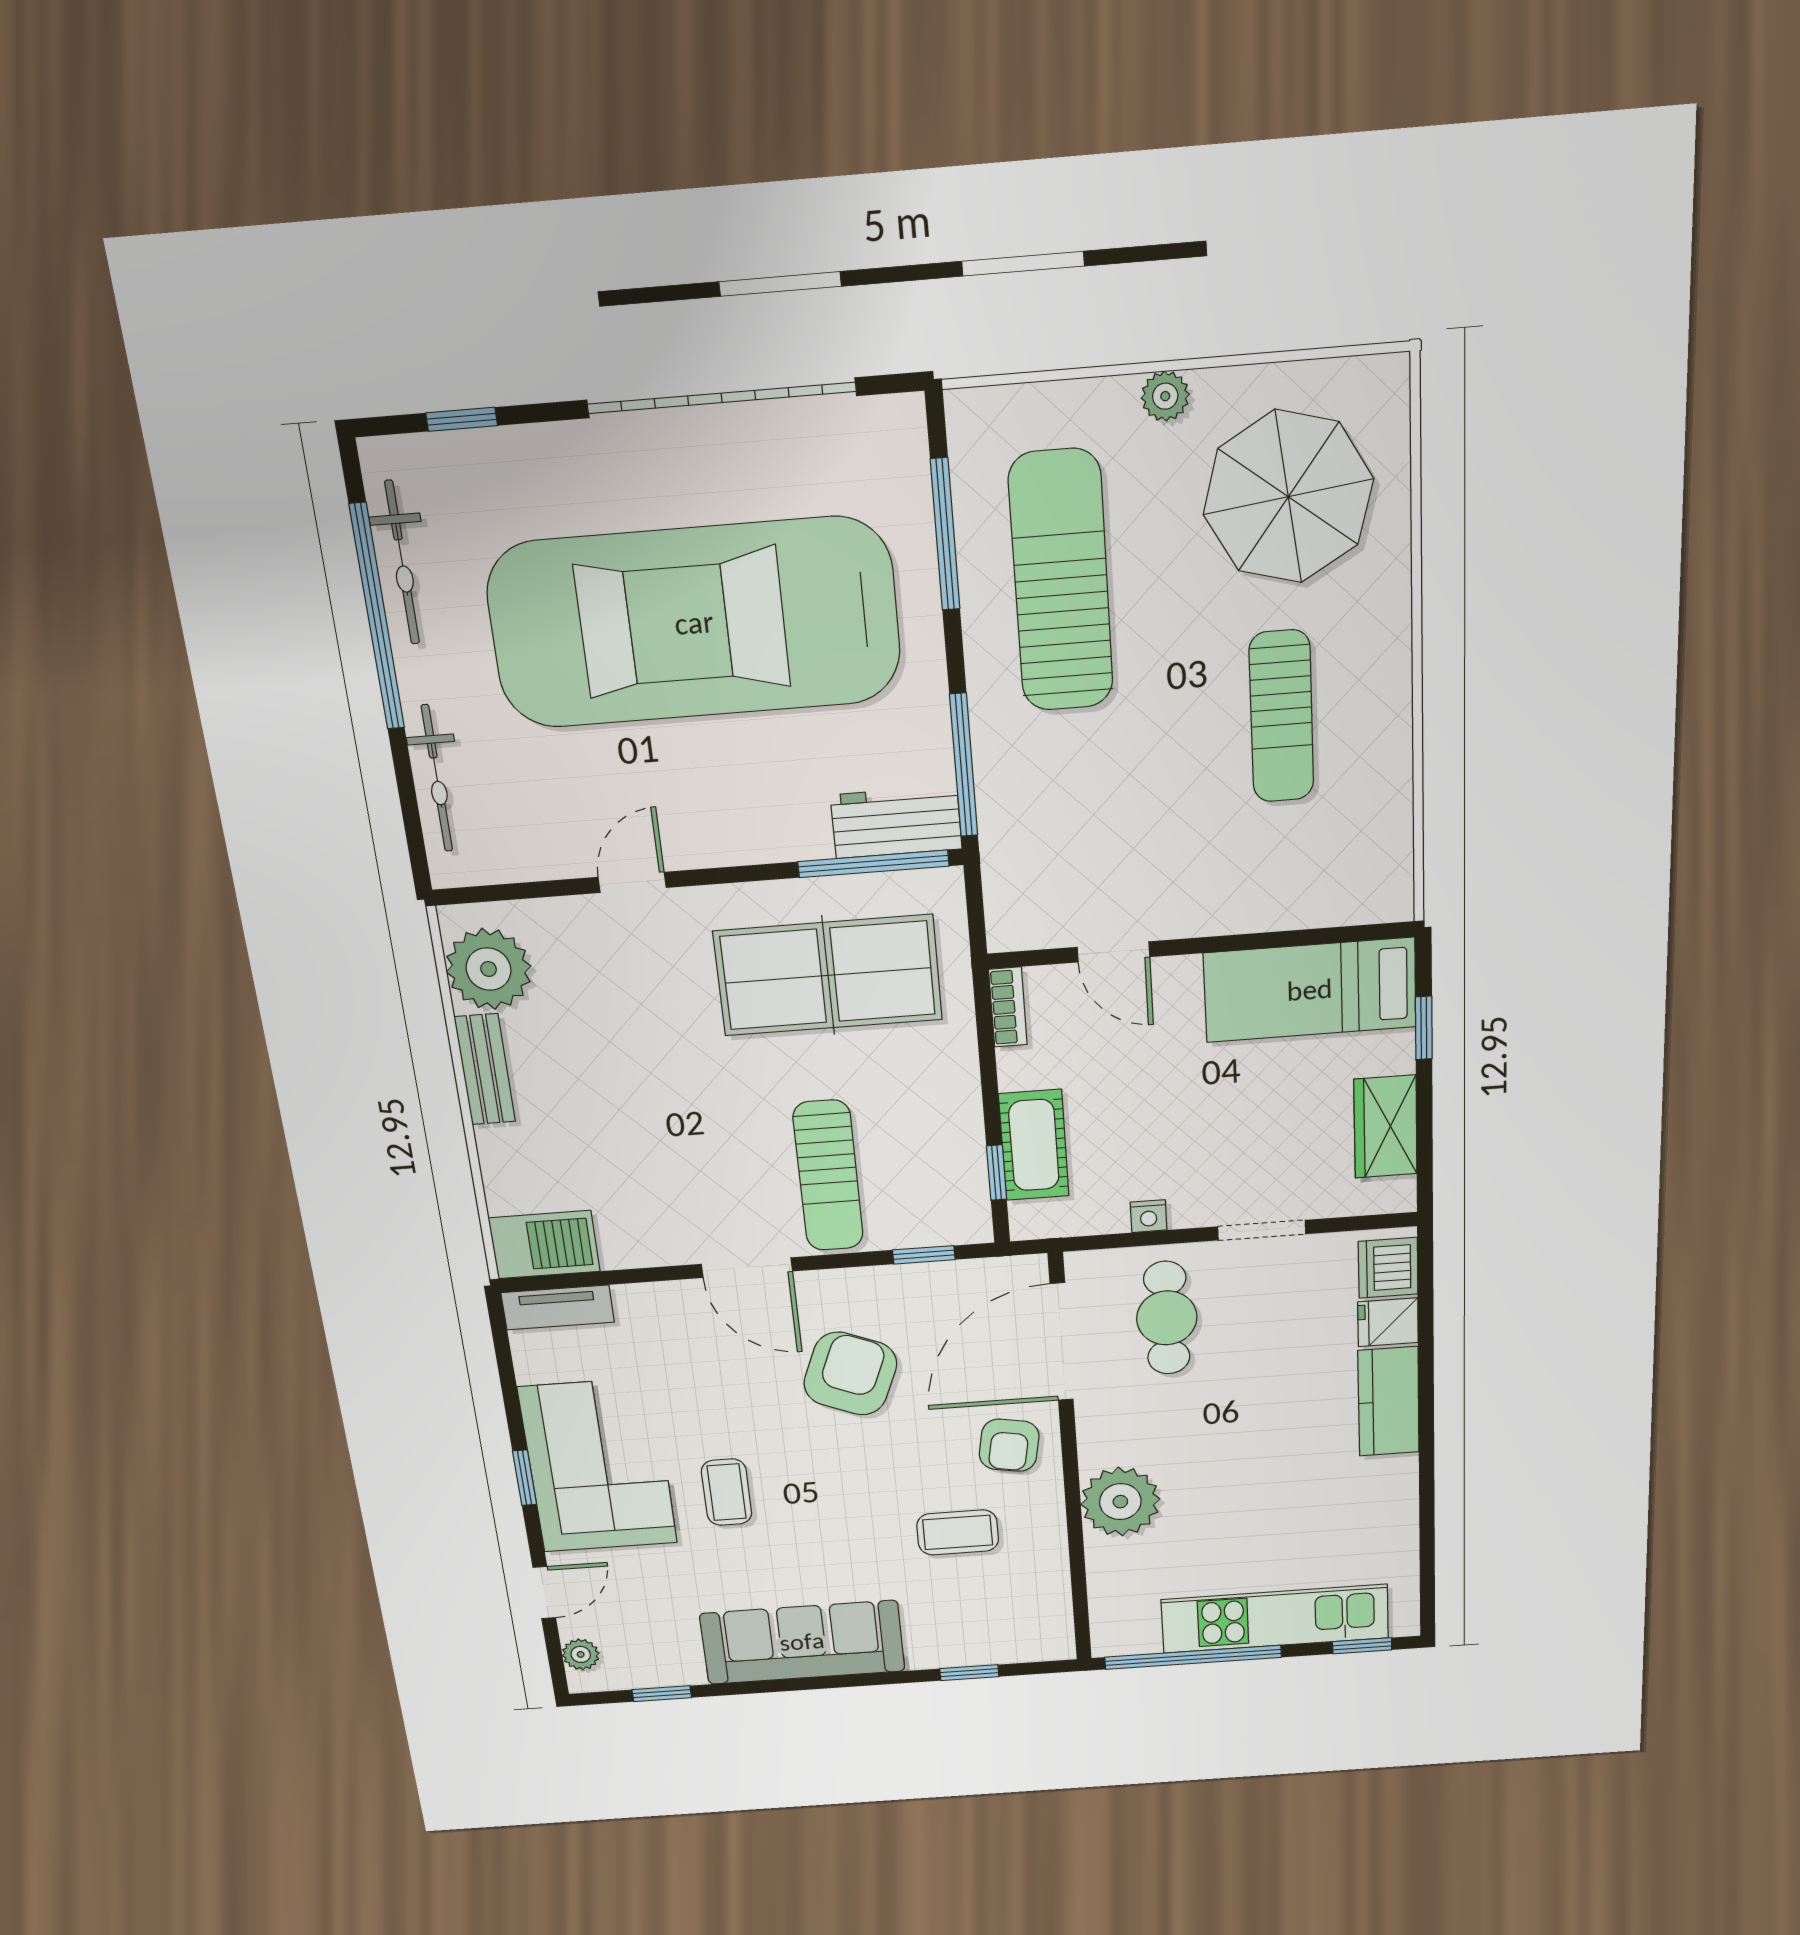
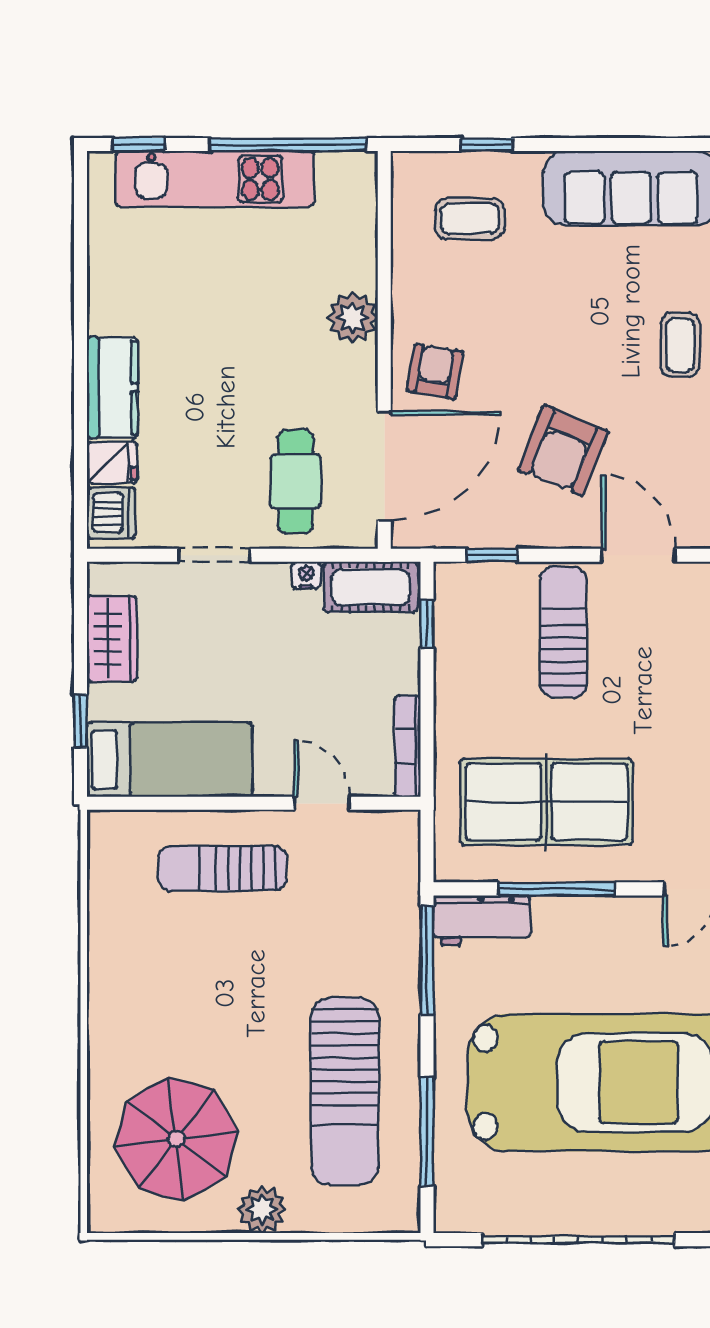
plant: (1165, 396) -> (262, 1209), width x1.38, depth x1.38
sun lounger: (1281, 716) -> (222, 868), moved, turned -90
window: (873, 864) -> (556, 889), moved
bookcase: (1008, 1007) -> (408, 746), width x1.56
cot: (1034, 1145) -> (371, 587), moved, turned 90
plant: (1120, 1502) -> (353, 318), width x0.73, depth x0.73
coffee table: (958, 1532) -> (470, 219), moved

